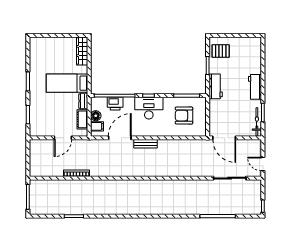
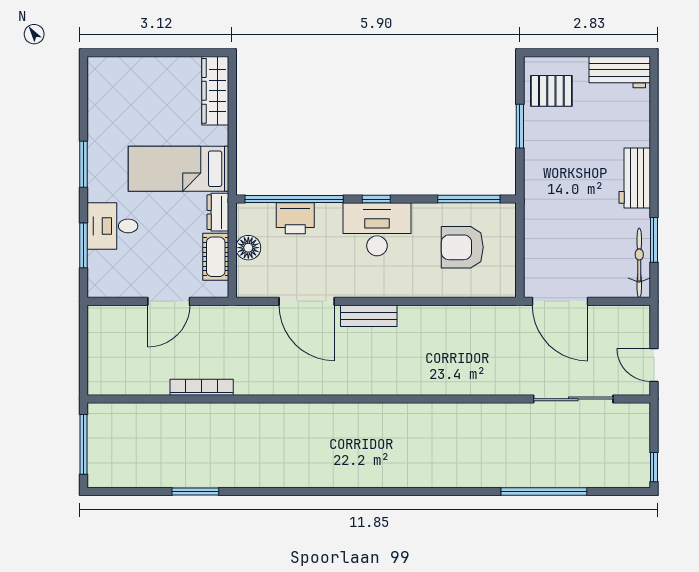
workbench: (216, 86) -> (620, 72), moved, turned 90
desk: (40, 107) -> (112, 226), added
filing cabinet: (97, 126) -> (251, 274), removed
door: (120, 138) -> (307, 301), swing flipped

